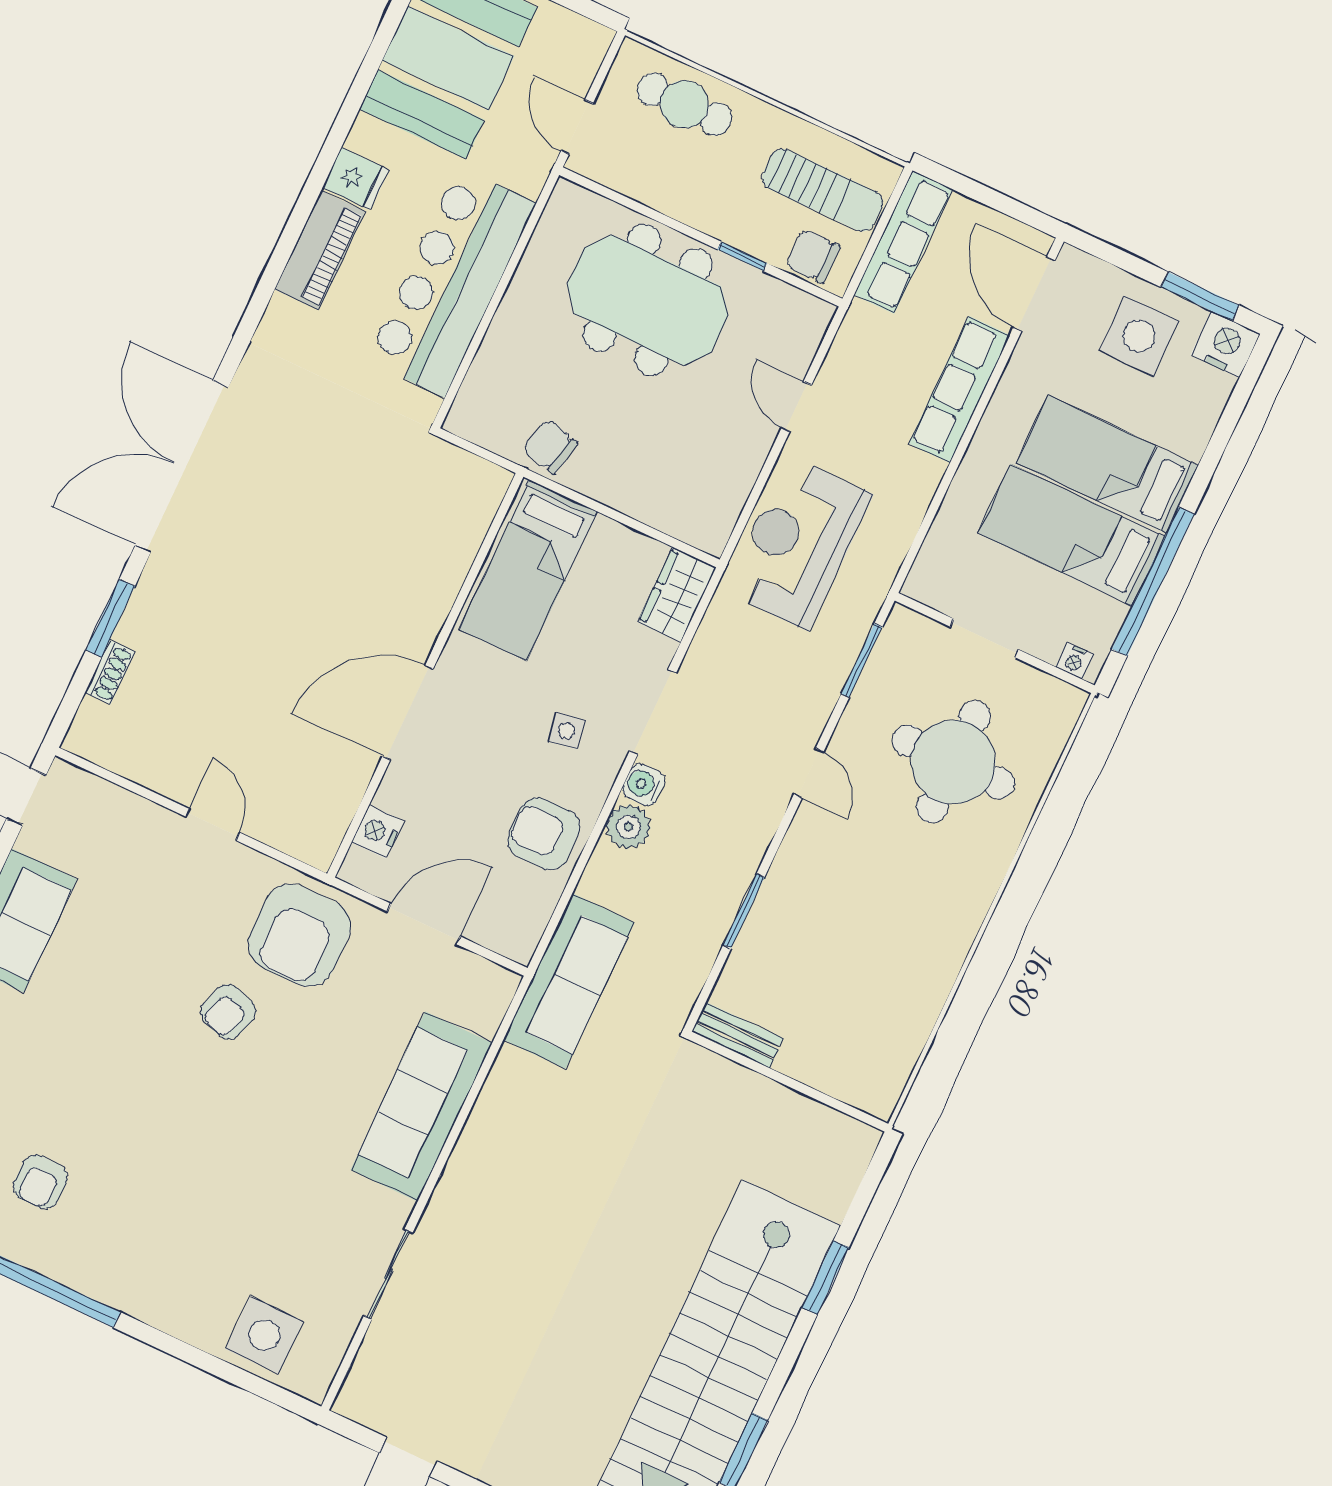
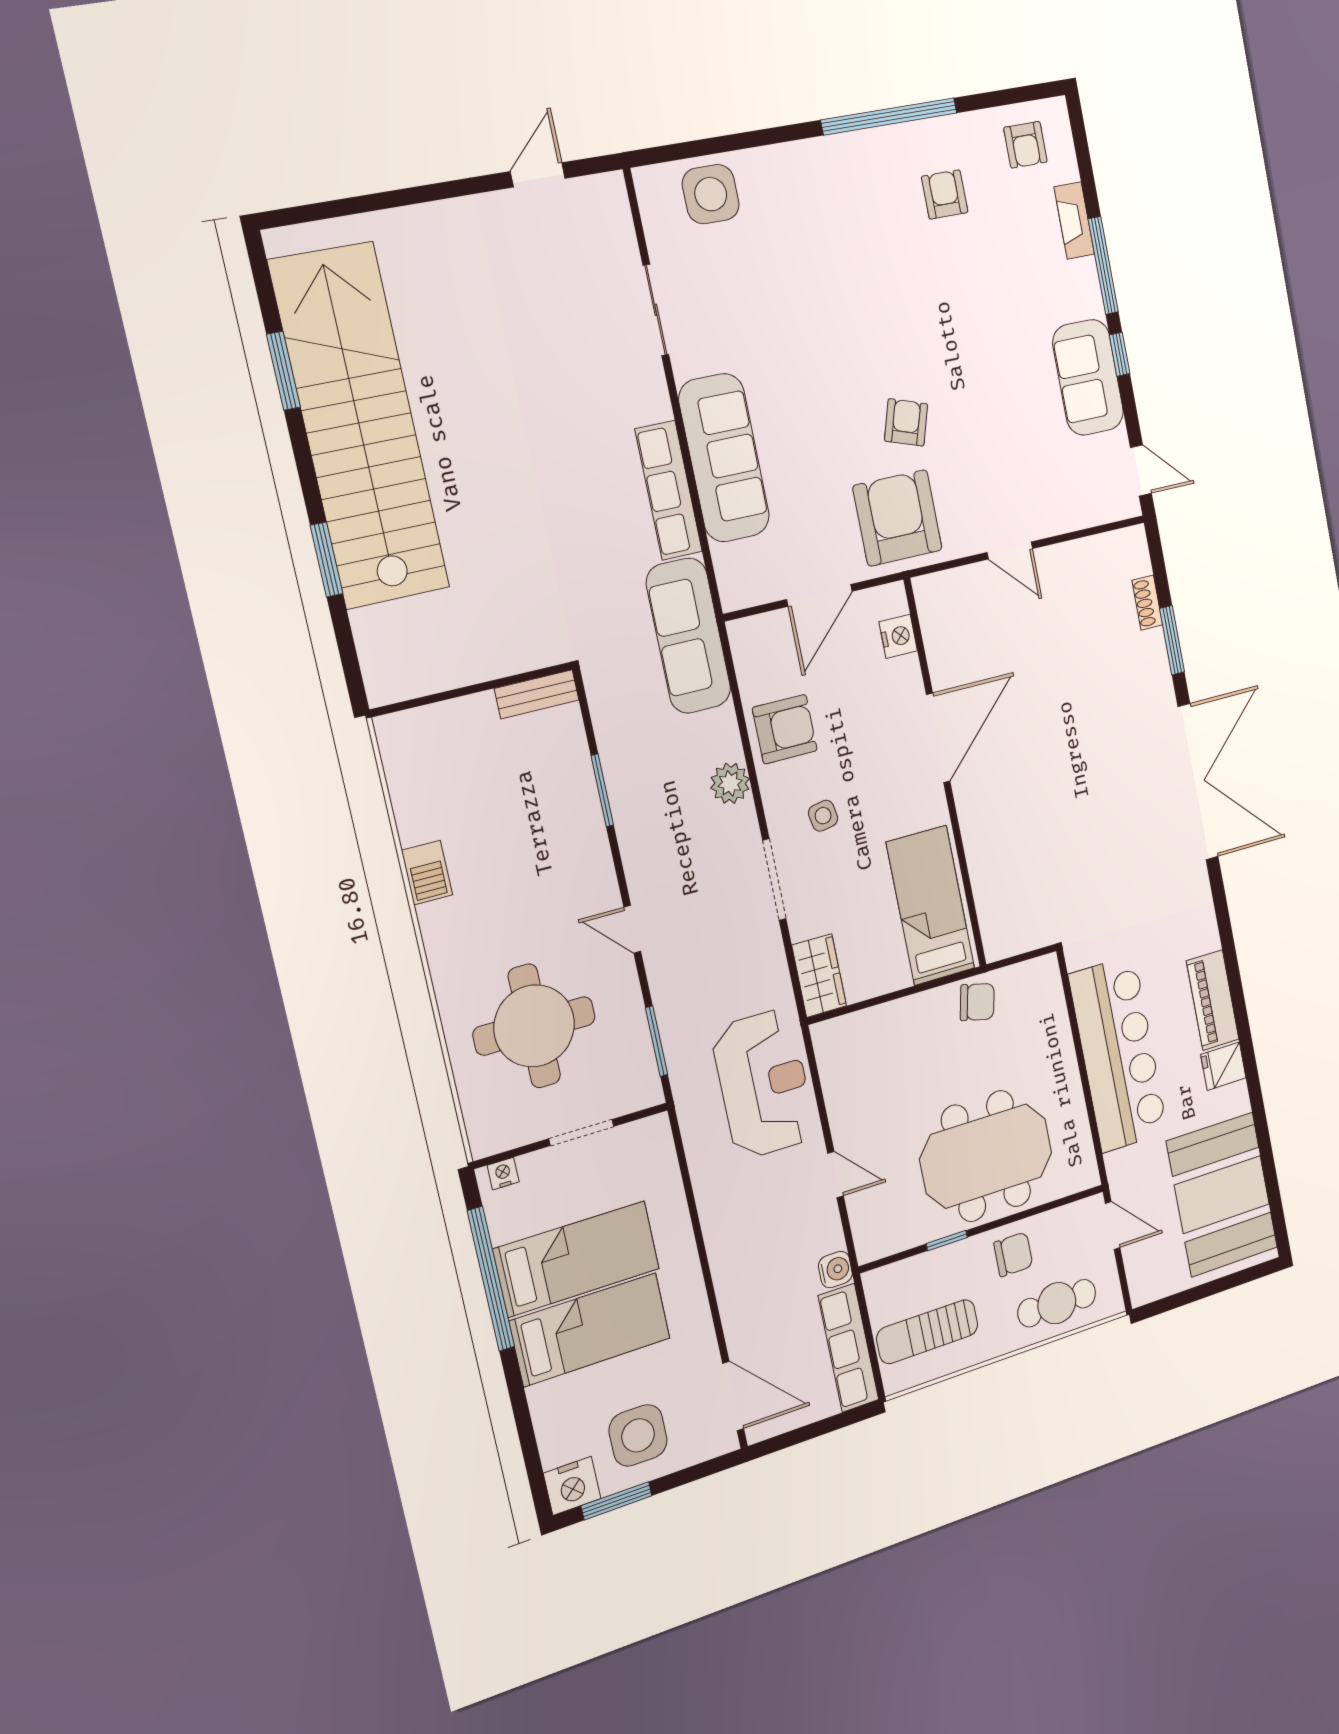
chair: (813, 256) -> (1013, 1254), moved
row of seats: (959, 389) -> (669, 490), moved, turned 180
water cooler: (644, 785) -> (835, 1270), moved
barbecue: (942, 962) -> (427, 872), added

